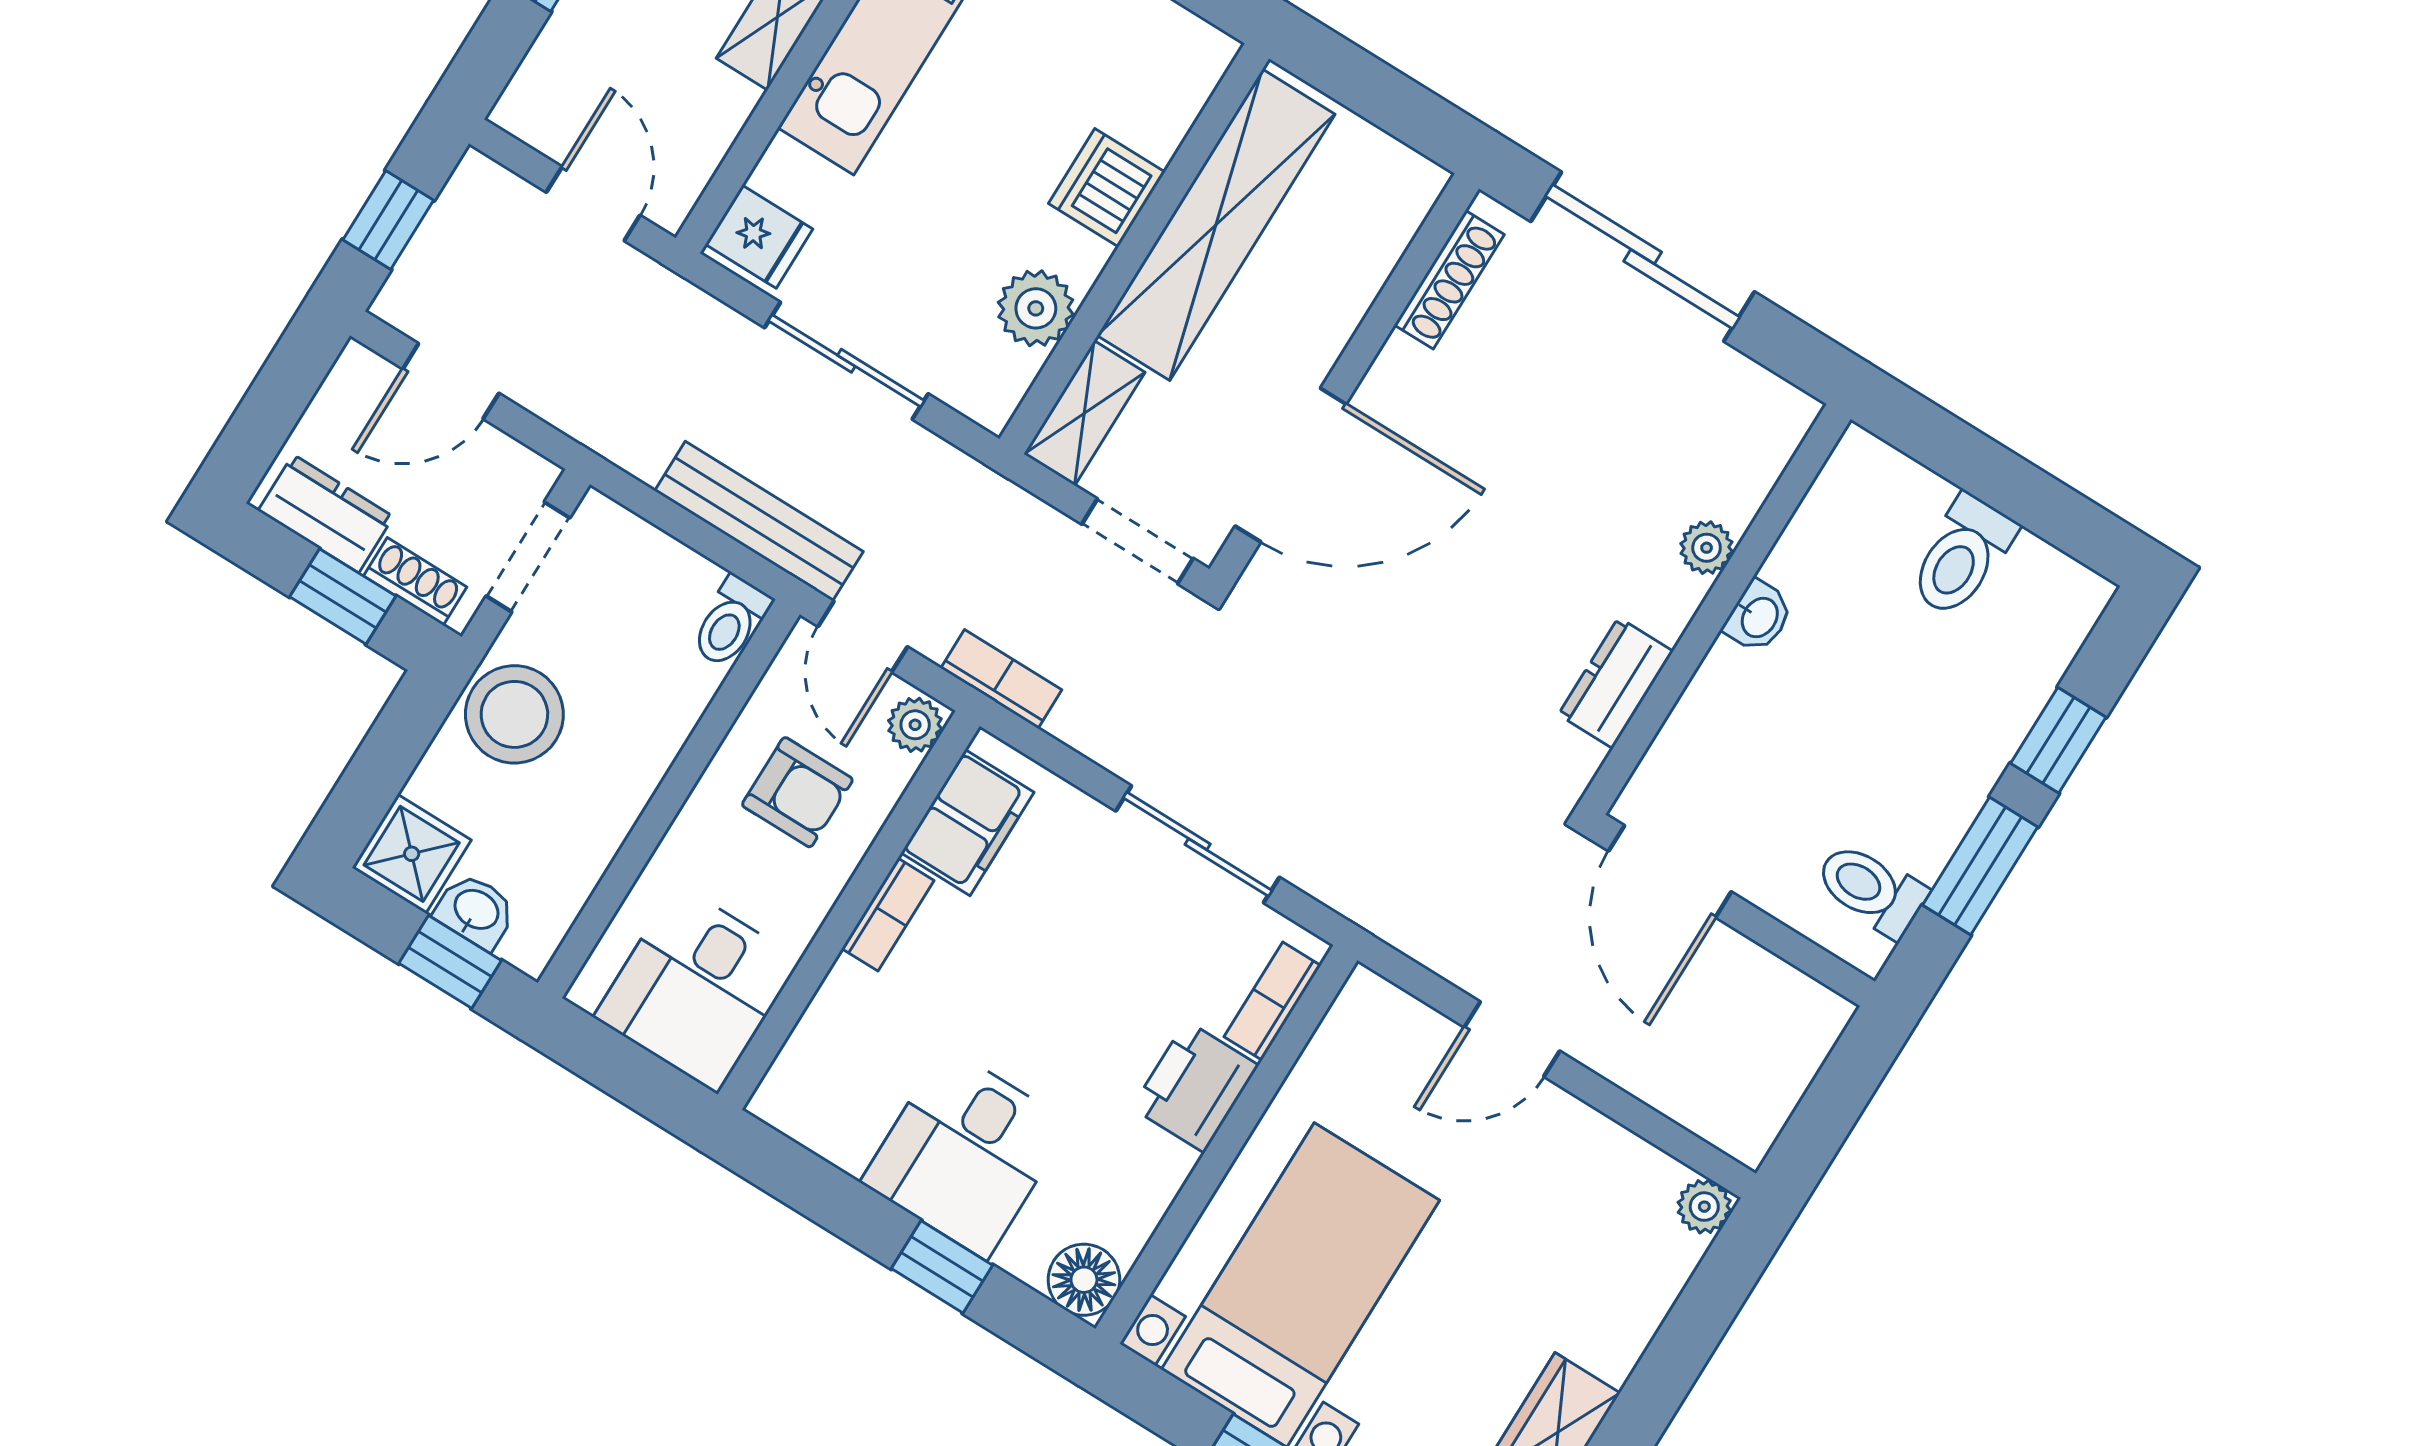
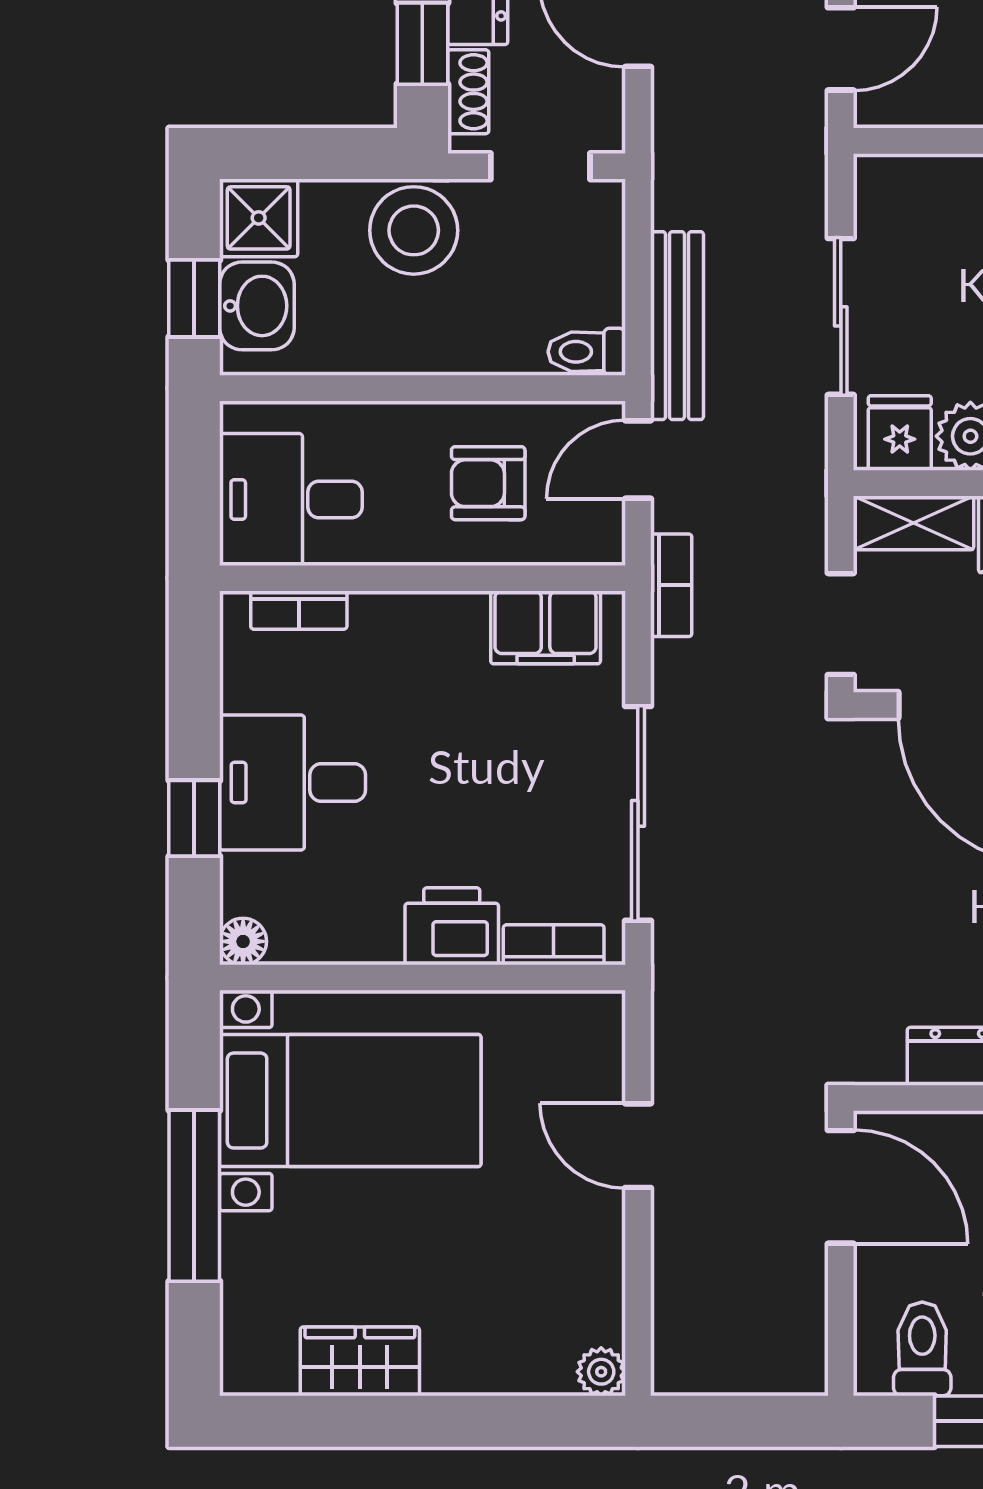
fridge: (759, 237) -> (900, 433), moved, turned 180
plant: (915, 725) -> (595, 541), removed
armchair: (797, 792) -> (488, 483), turned 90
sliding door: (1198, 844) -> (638, 813), width x1.37
door: (1670, 871) -> (841, 1187), swing flipped
washbasin: (476, 911) -> (257, 306), width x1.38, depth x1.45
bookcase: (888, 914) -> (299, 610), moved
floor lamp: (1084, 1280) -> (243, 941), width x0.73, depth x0.73

